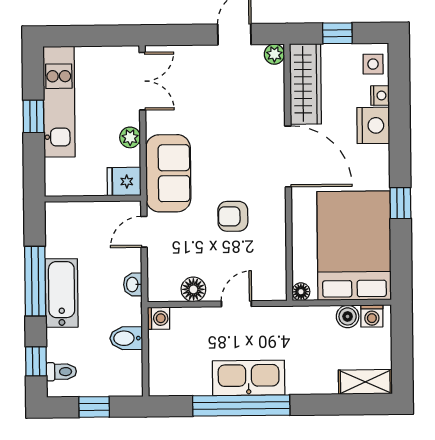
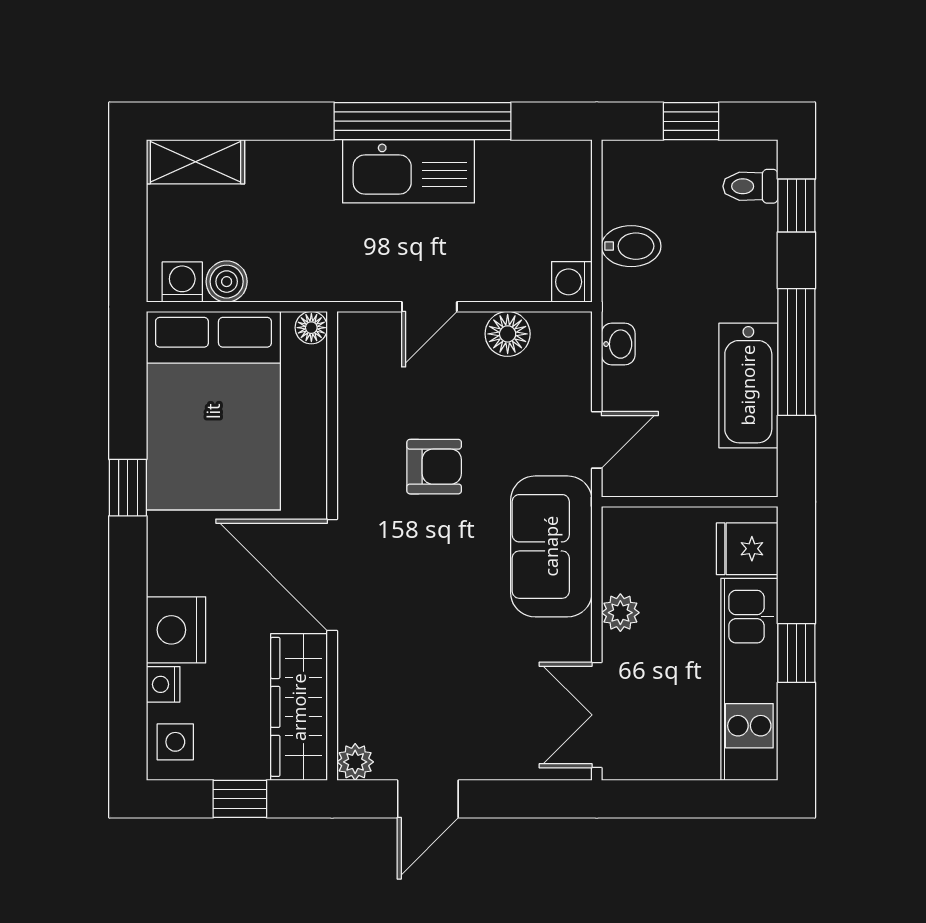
fridge: (124, 182) -> (747, 549), moved, turned 180
bathtub: (62, 293) -> (748, 385), moved

